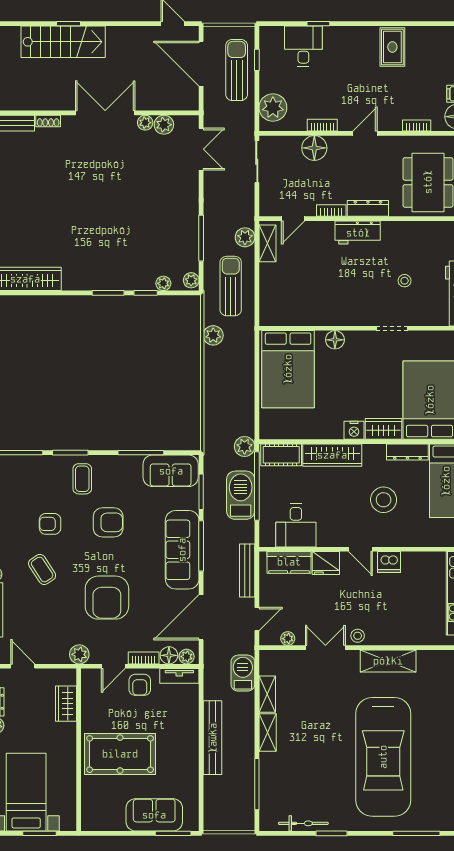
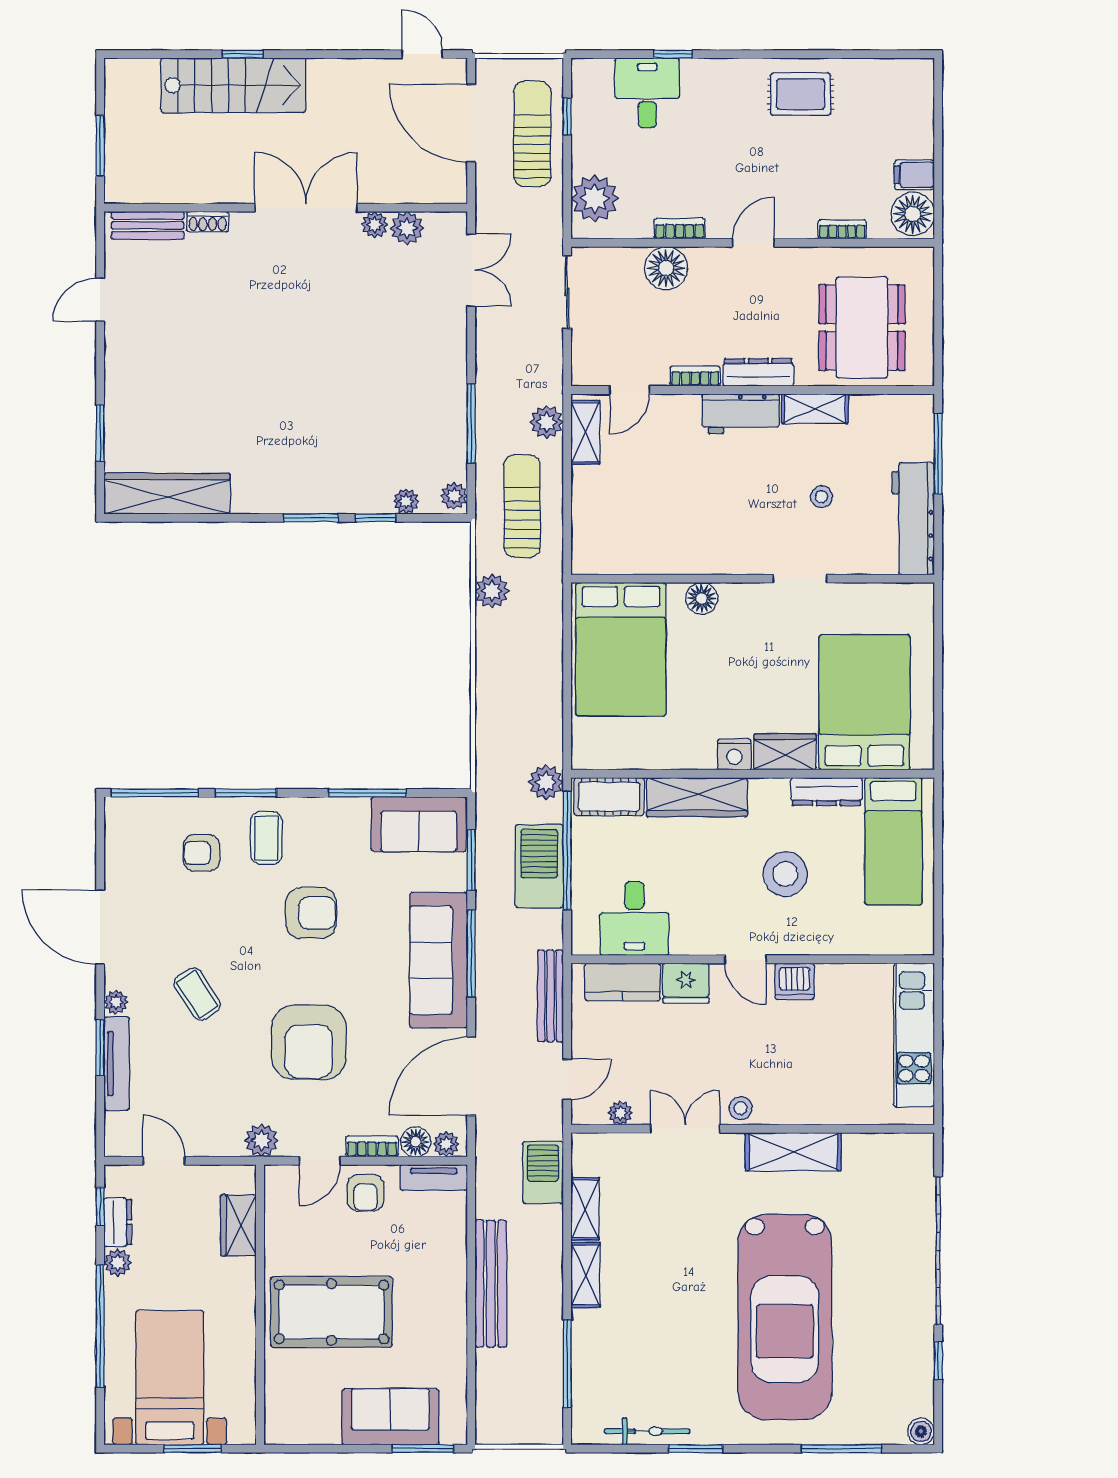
rug: (392, 47) -> (801, 94), turned 90
shelving: (401, 230) -> (815, 409), added
armchair: (50, 524) -> (202, 853), moved

